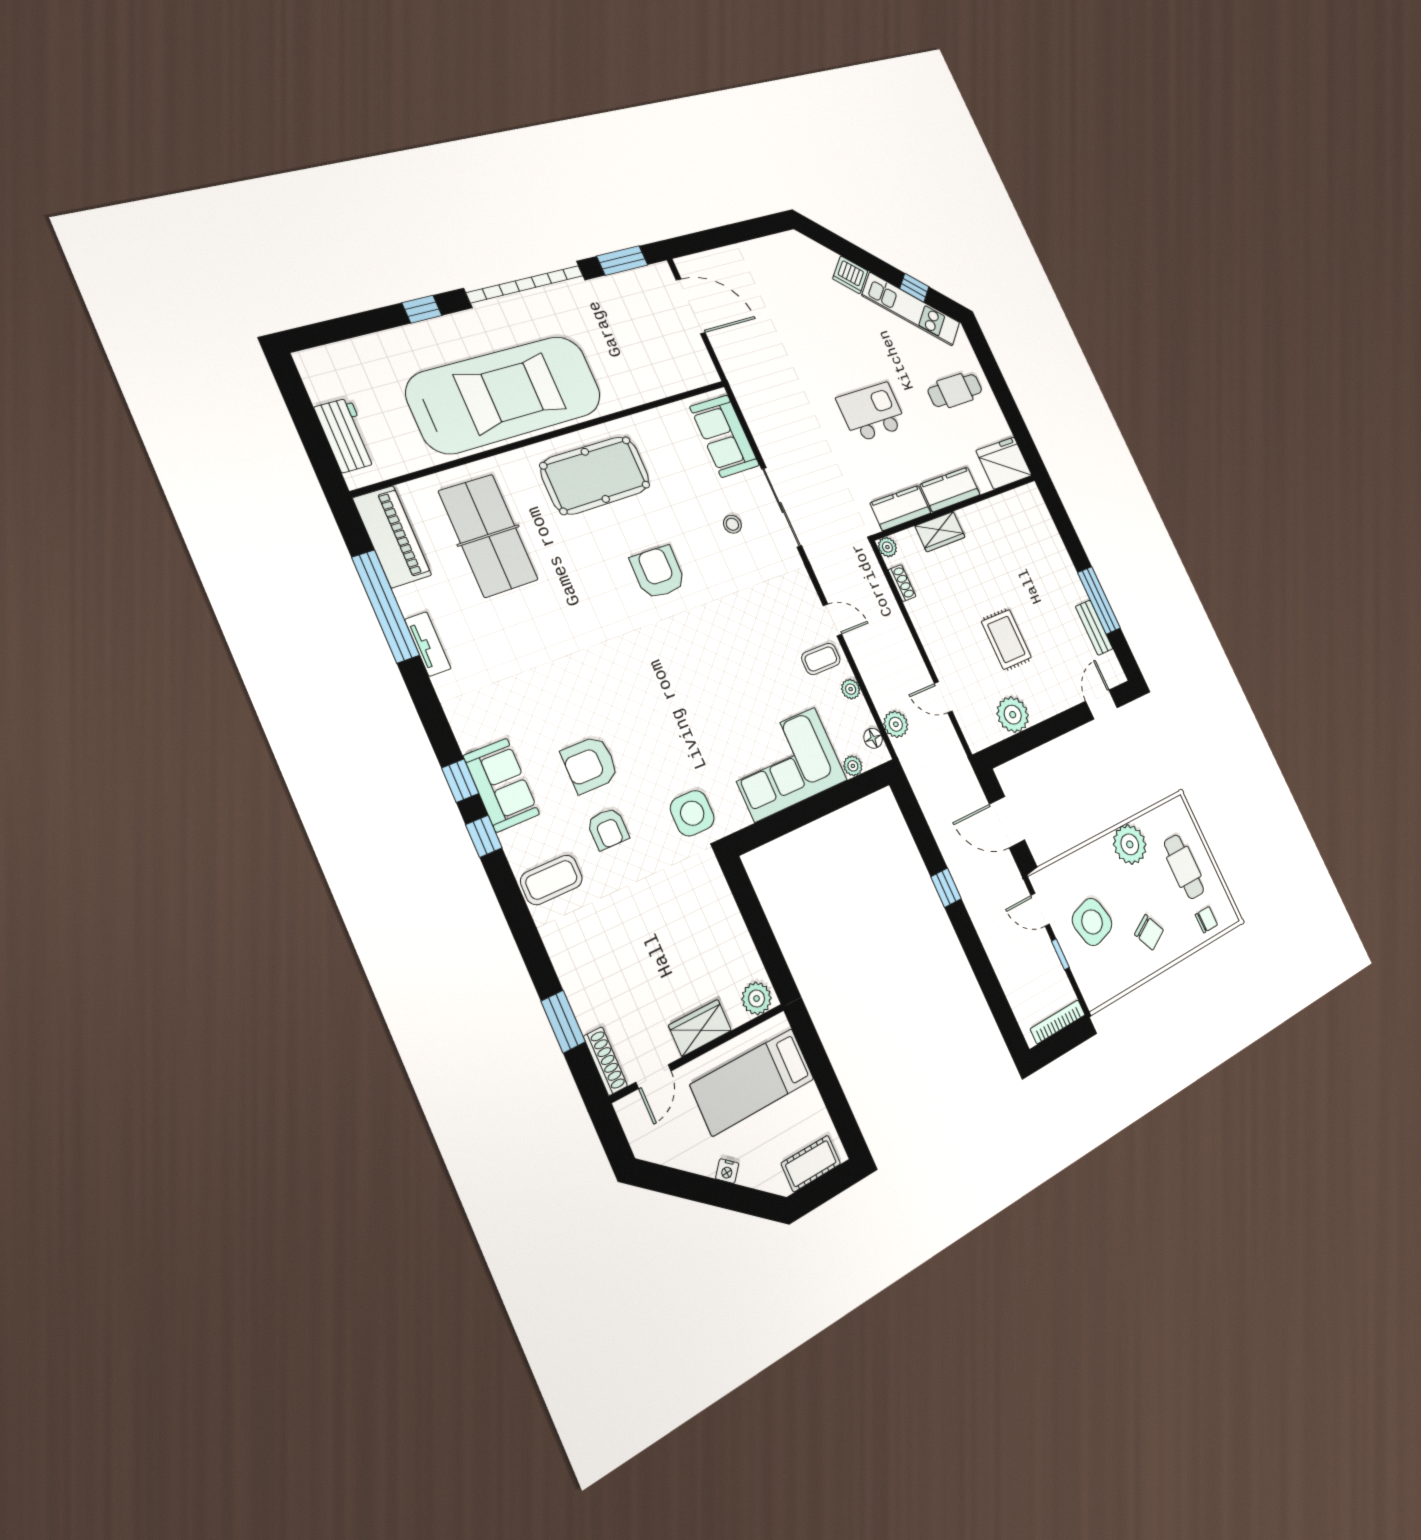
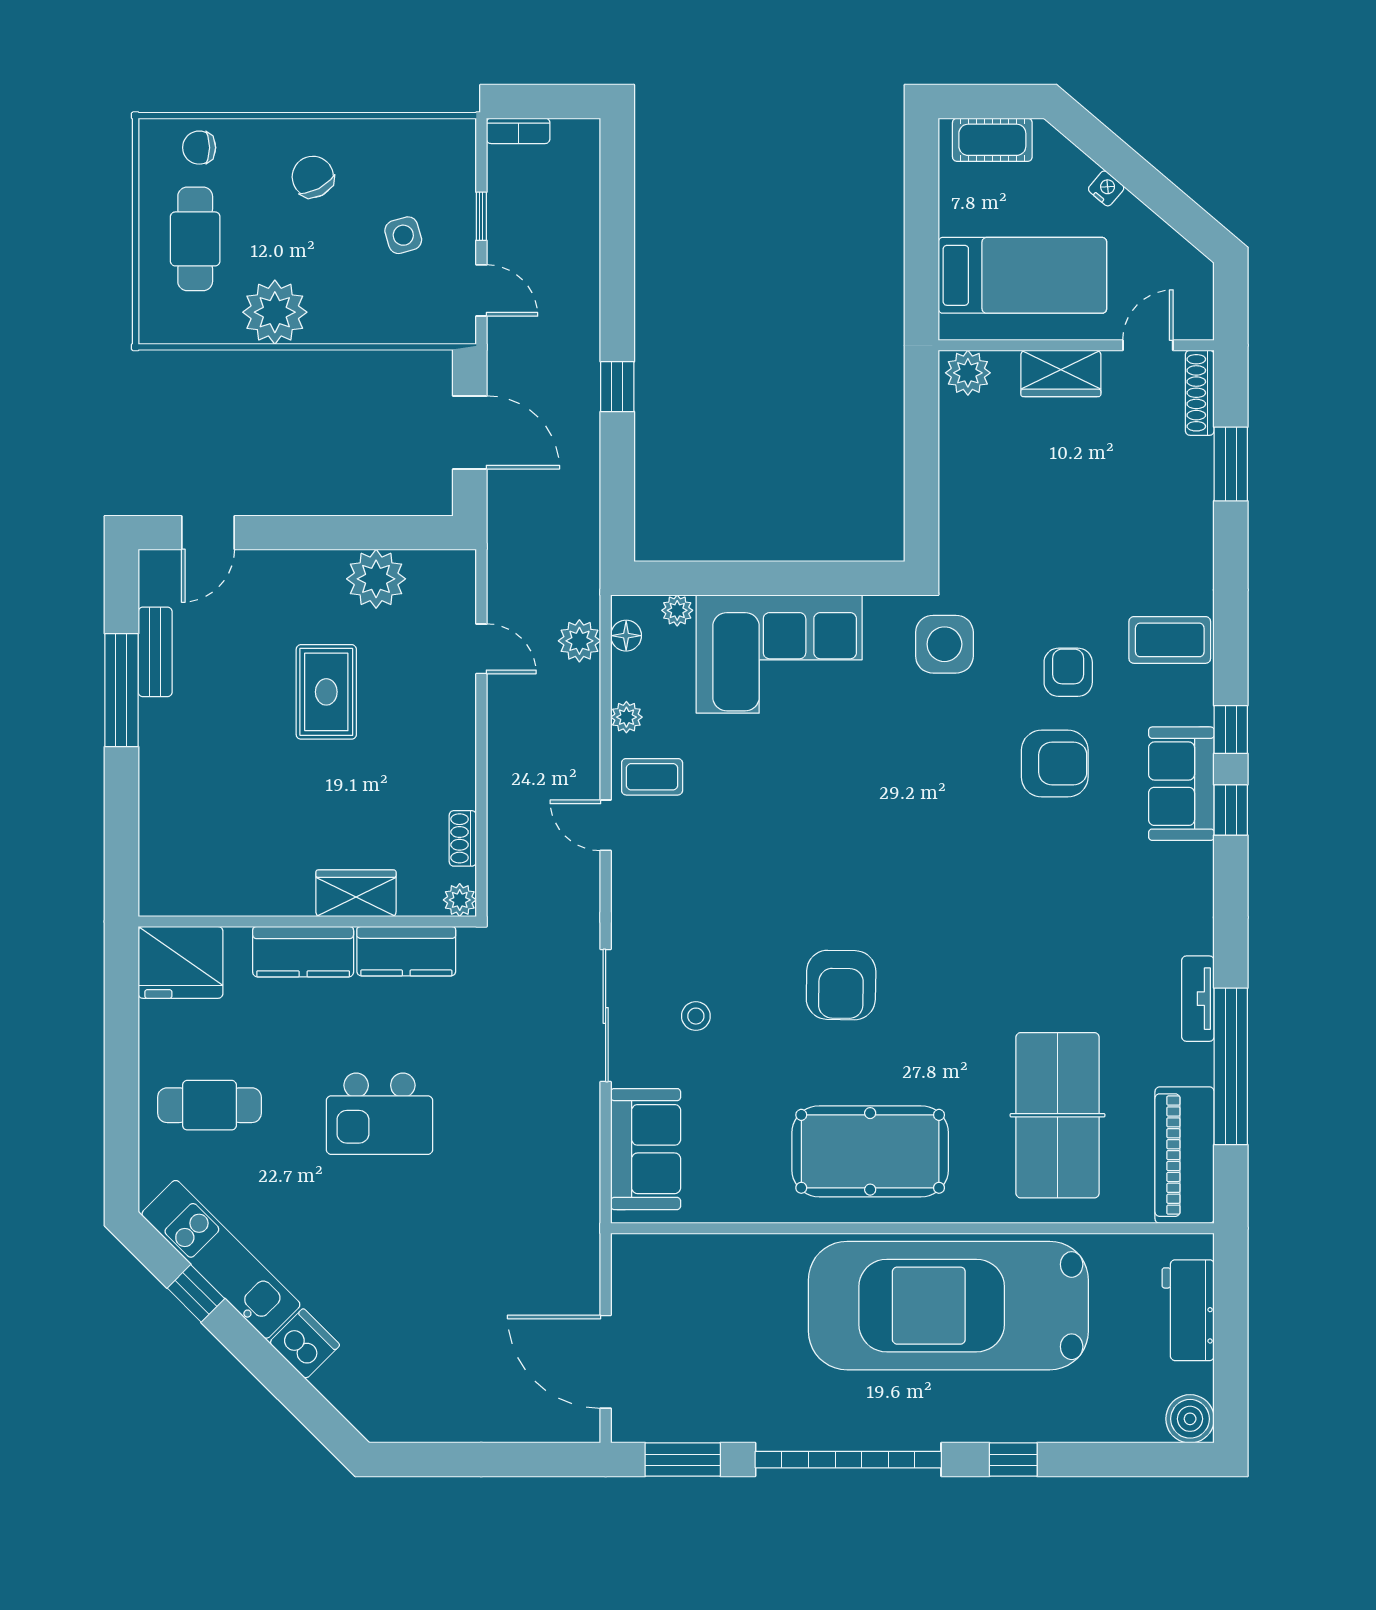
boiler: (314, 365) -> (1190, 1419), added
side table: (1092, 922) -> (403, 235), width x0.54, depth x0.54
bookcase: (1058, 1022) -> (518, 131), width x0.64

